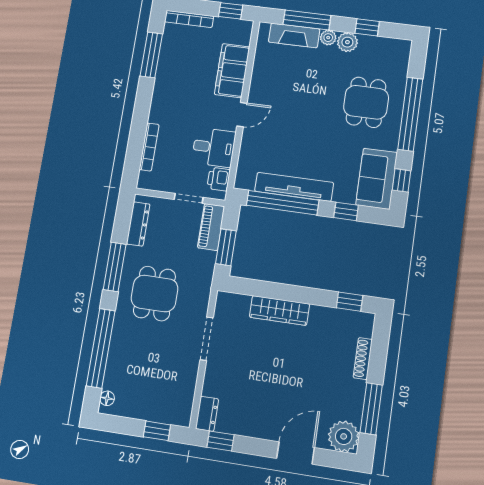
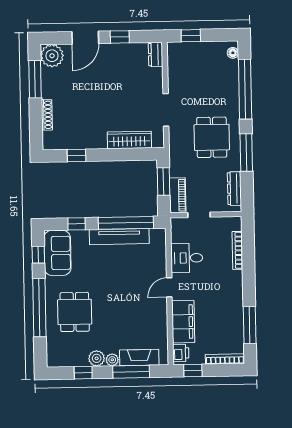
printer: (219, 179) -> (181, 353), moved
window: (350, 302) -> (77, 155), moved
wardrobe: (279, 311) -> (129, 140), moved
window: (221, 441) -> (120, 37), moved

